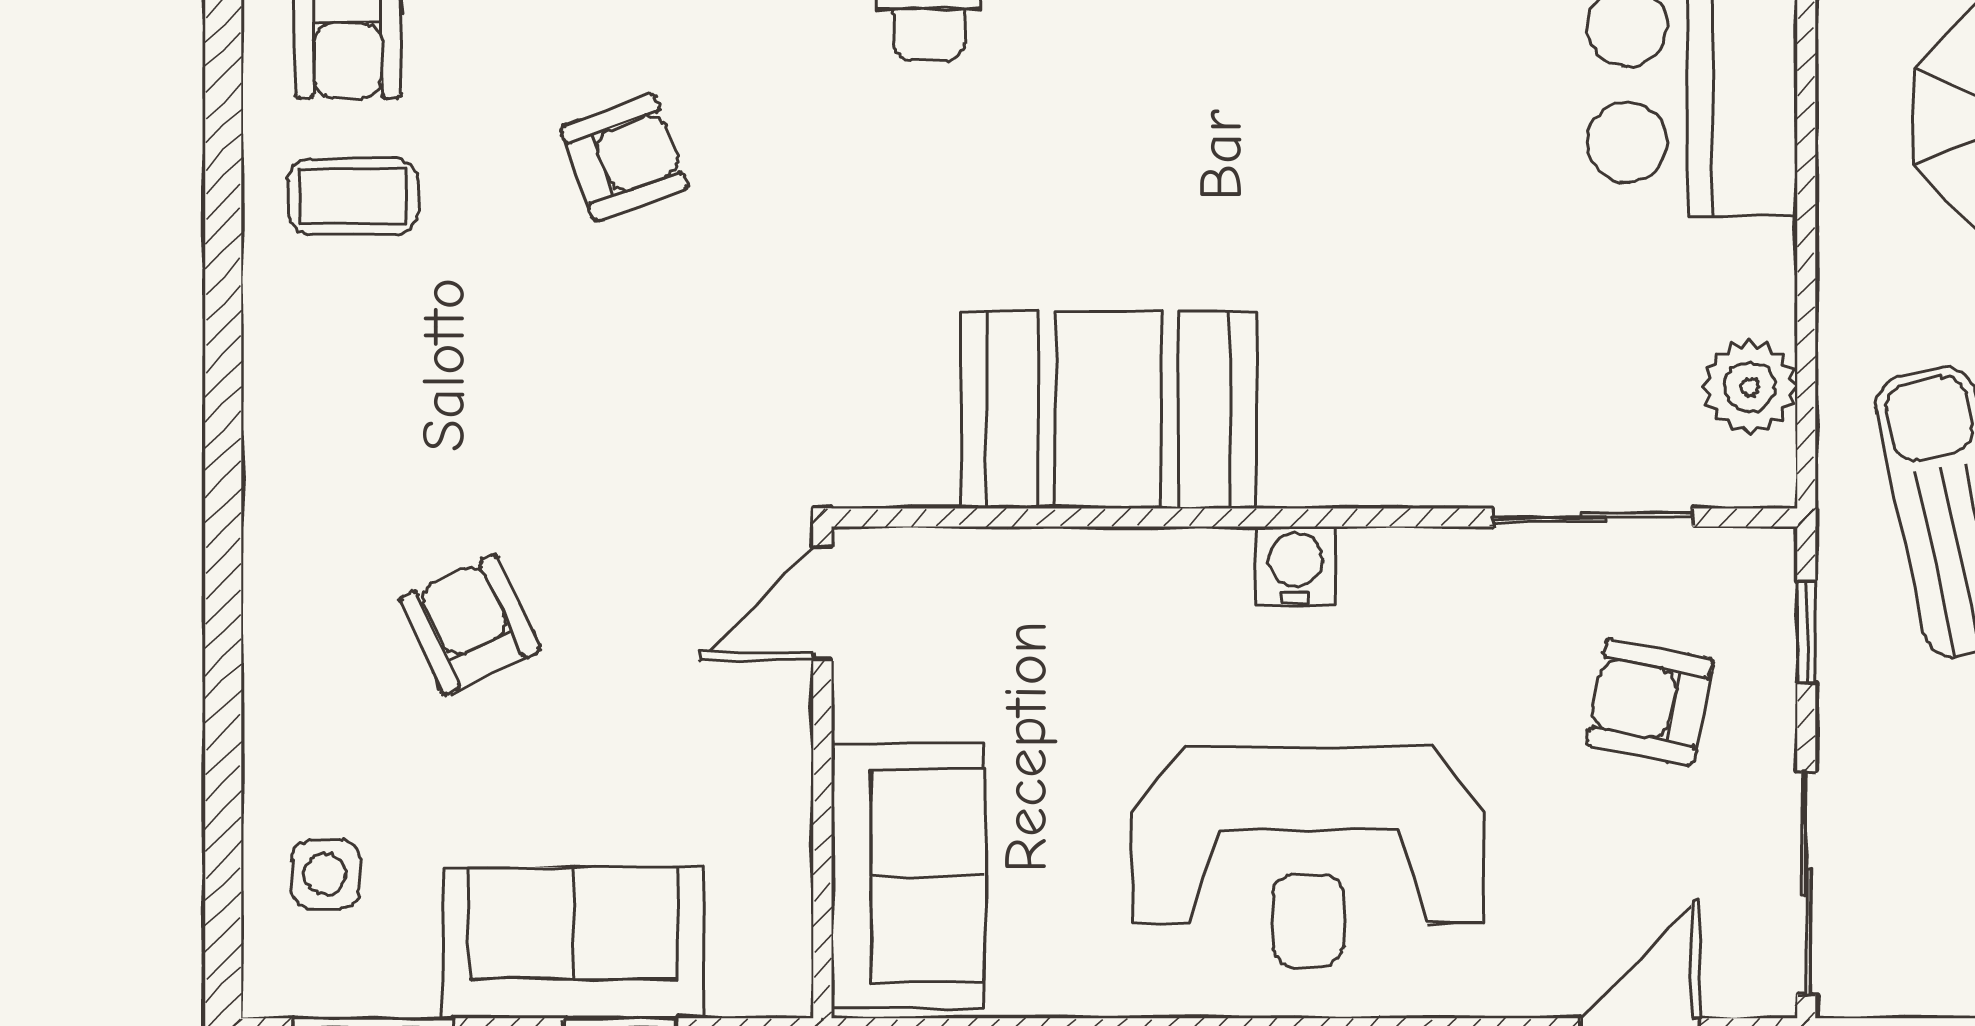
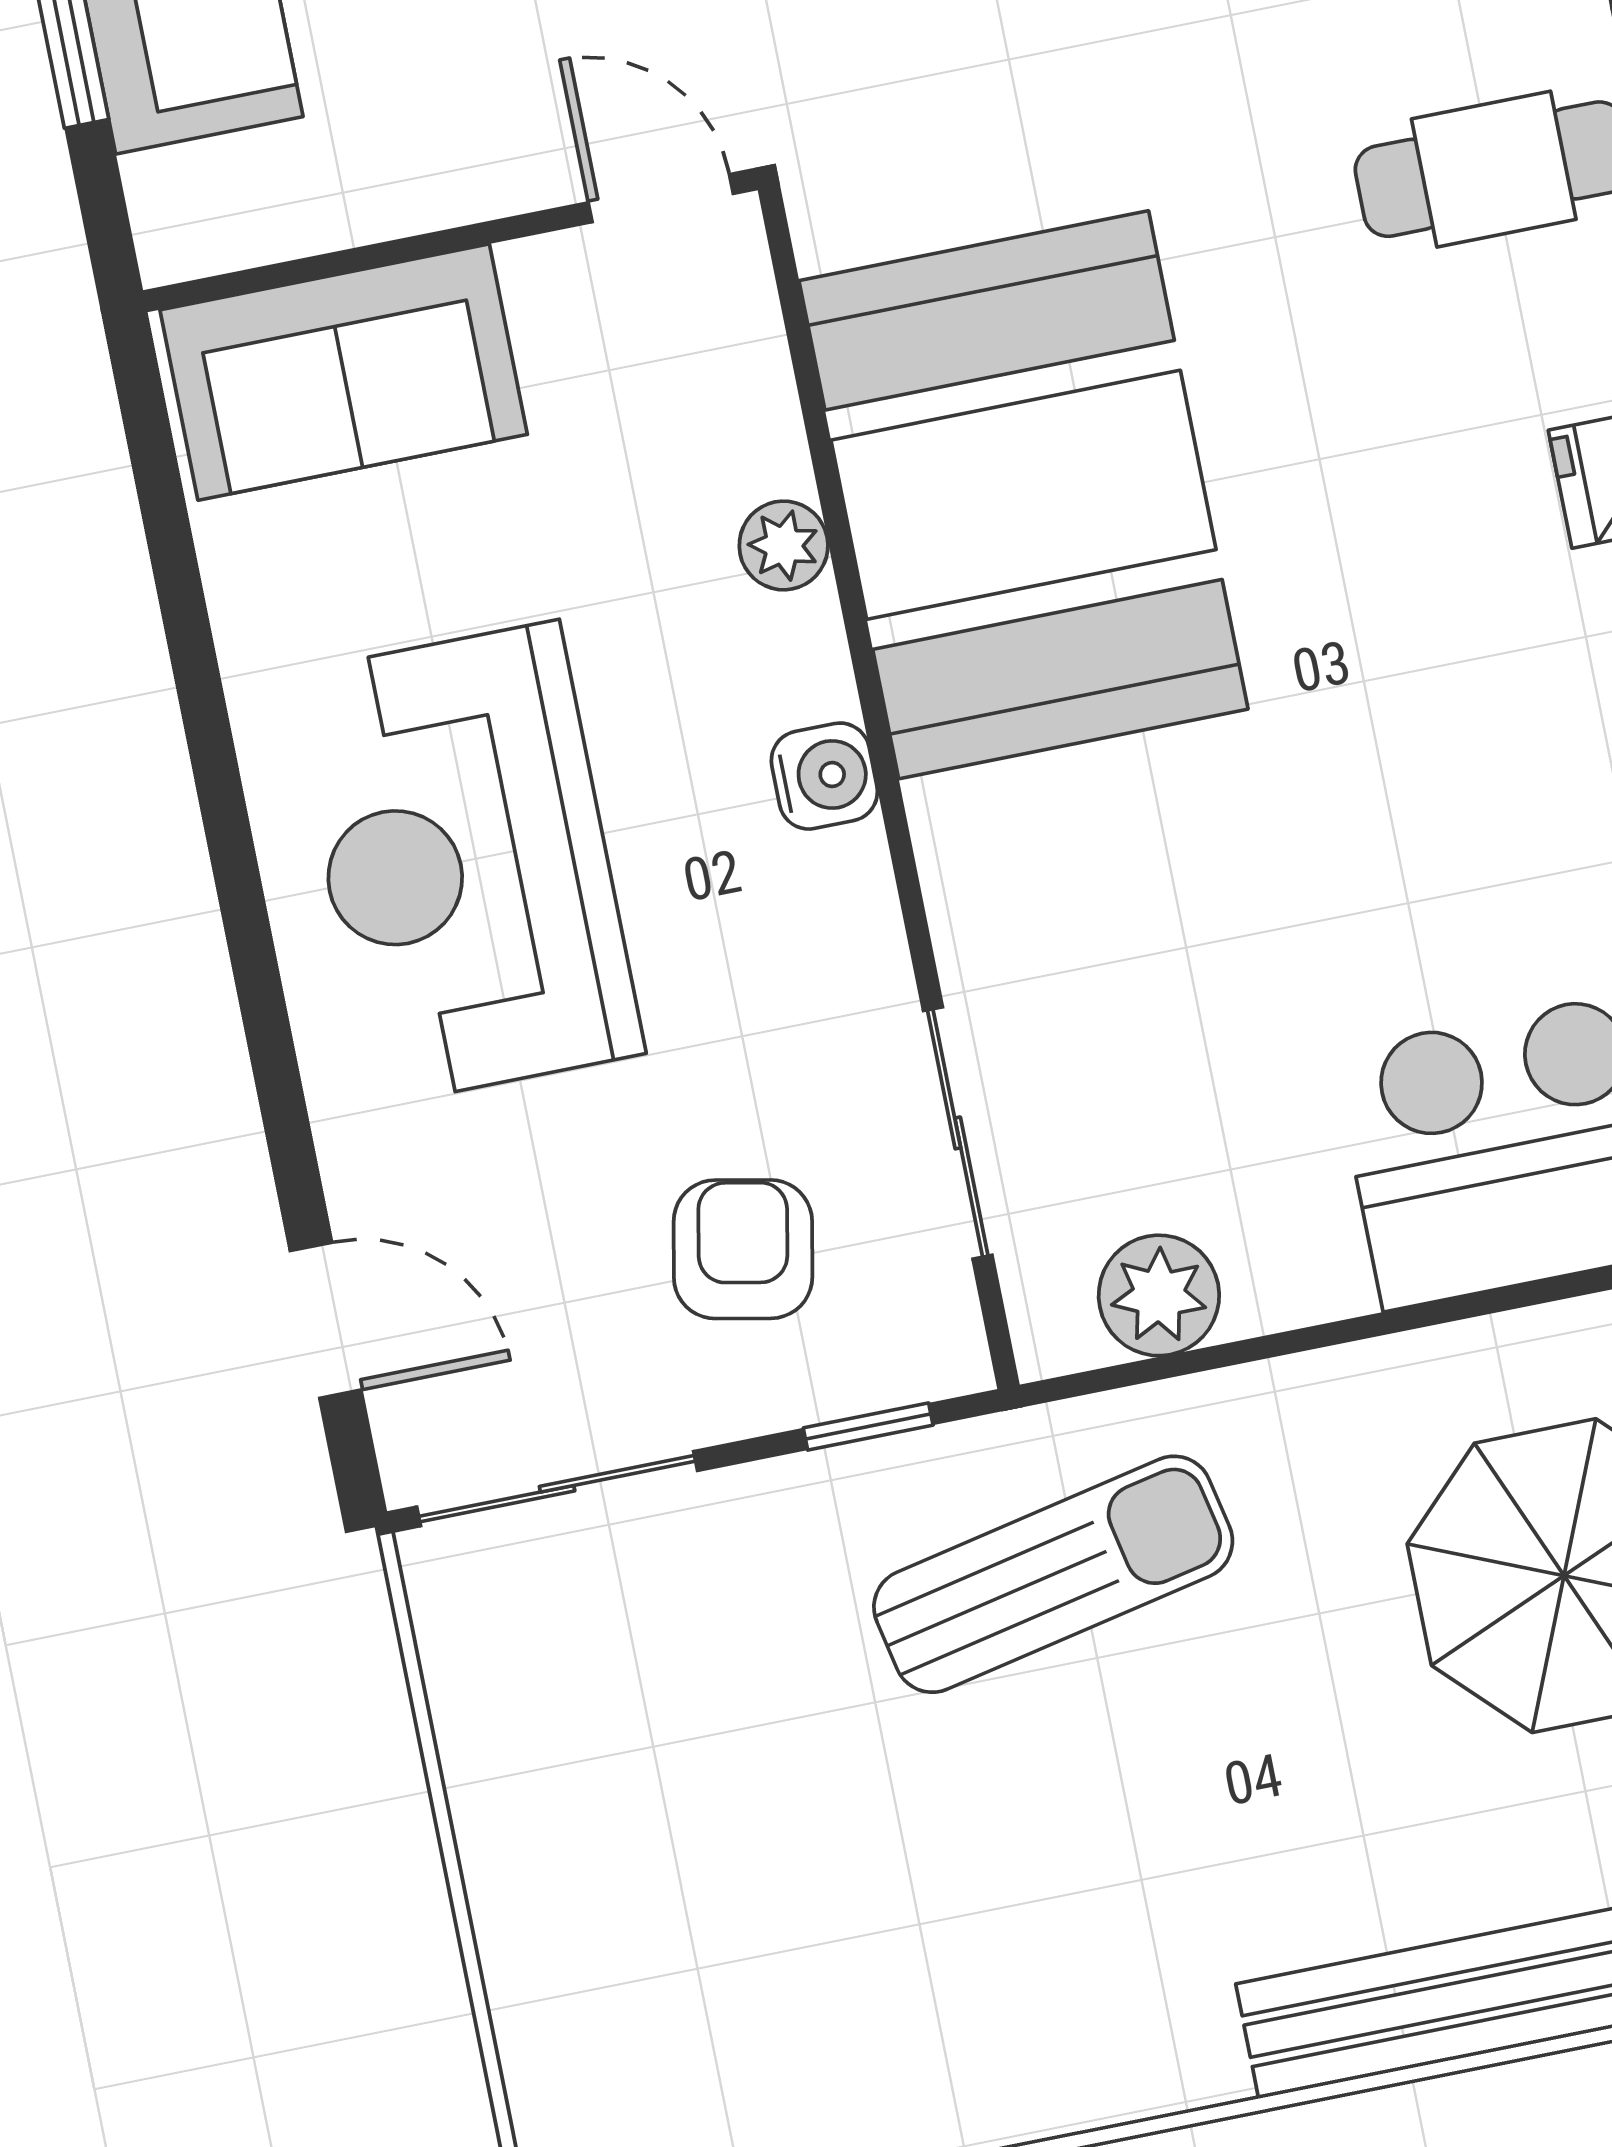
booth: (1108, 410) -> (1024, 495), width x1.36, depth x1.42
plant: (1111, 562) -> (784, 545), added

